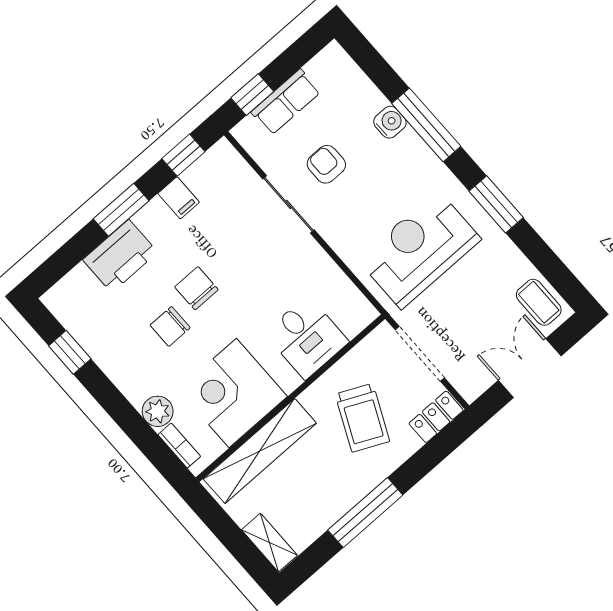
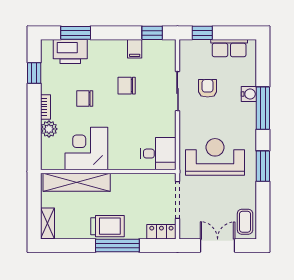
row of seats: (286, 102) -> (229, 48), moved
window: (121, 210) -> (76, 33), moved
printer: (120, 256) -> (70, 52), moved
chair: (196, 288) -> (127, 86), moved, turned -90
desk: (306, 337) -> (158, 154), moved, turned -90
trolley: (362, 418) -> (108, 226), moved, turned -115
bookcase: (179, 446) -> (45, 107), moved
window: (365, 512) -> (117, 246), moved

